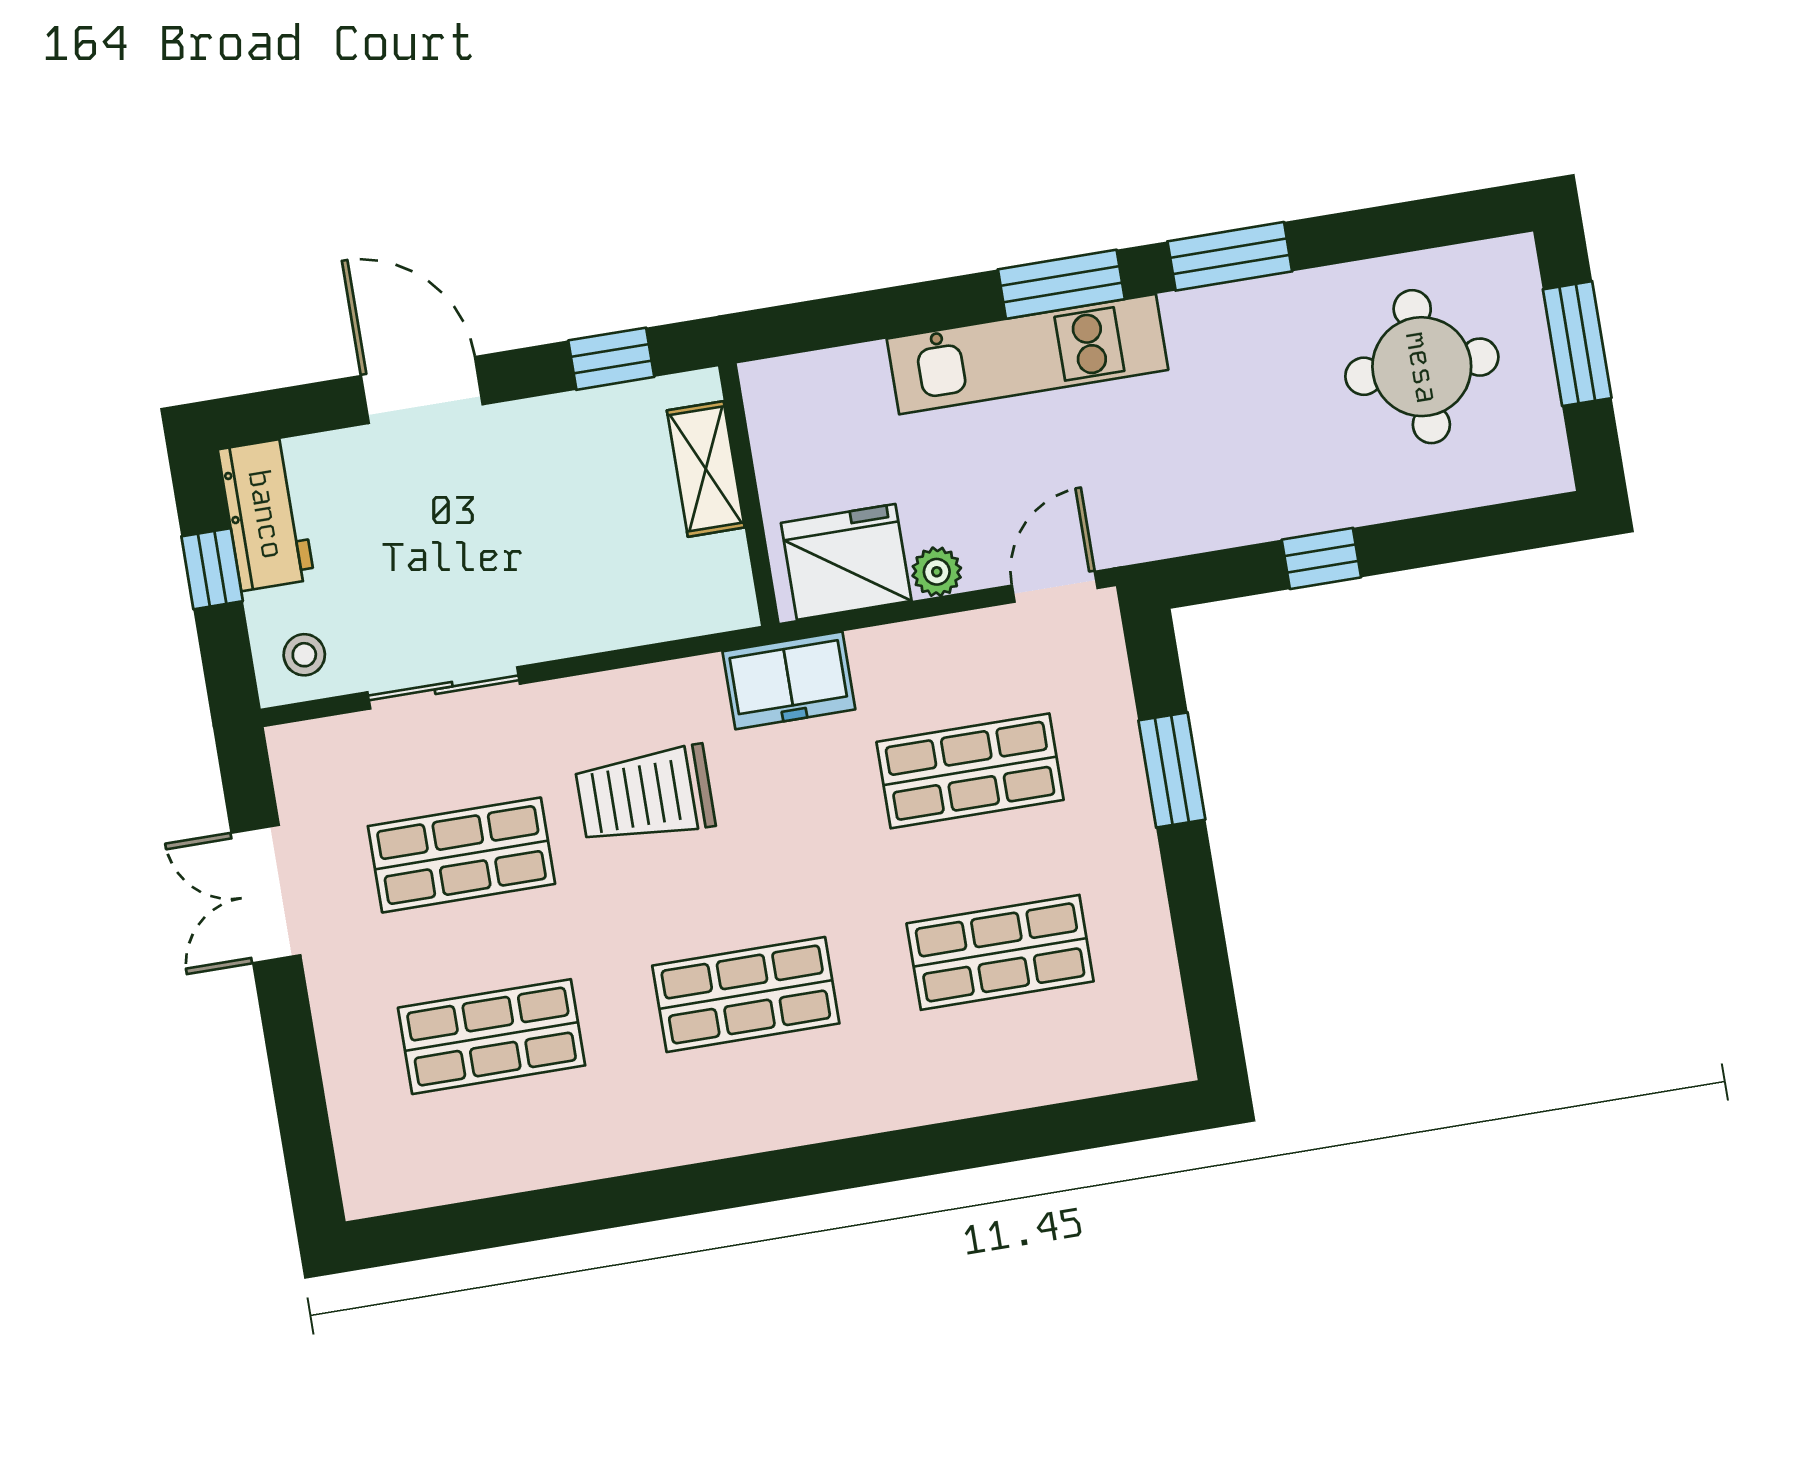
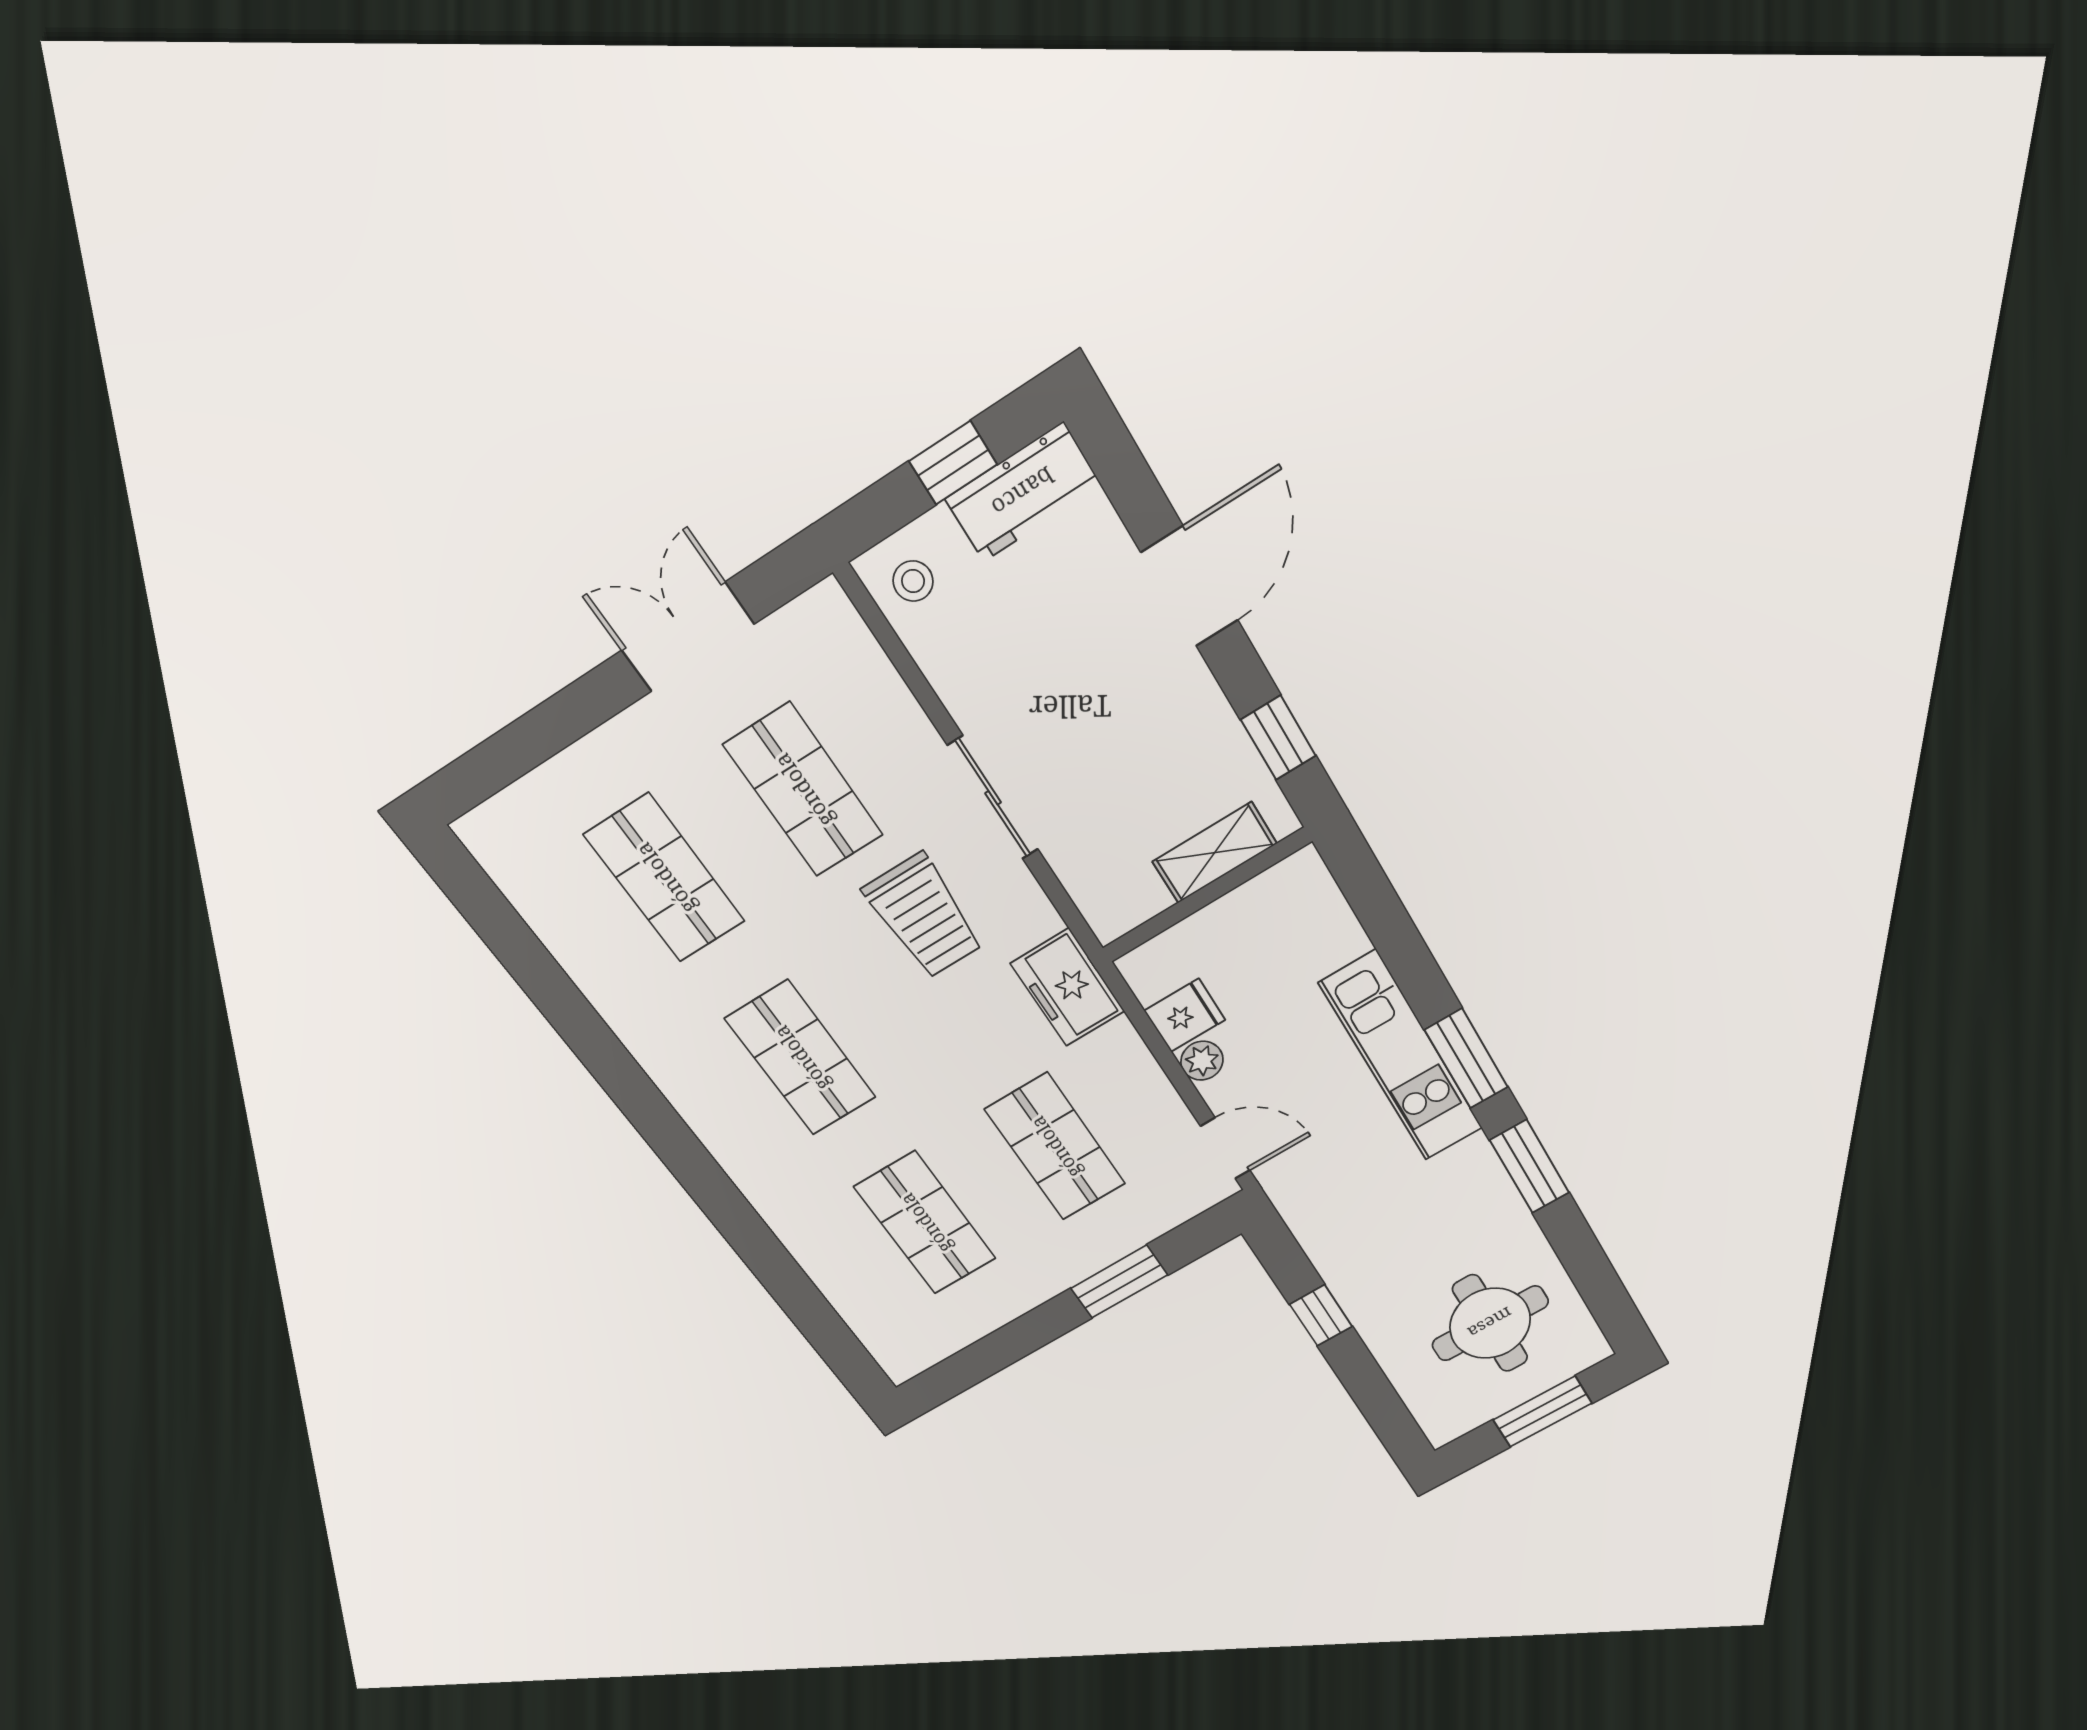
fridge: (846, 562) -> (1185, 1015), width x0.53, depth x0.75
sliding door: (444, 688) -> (993, 798), moved
trolley: (645, 795) -> (924, 916), turned 180

